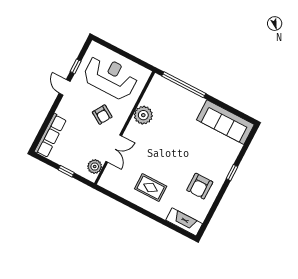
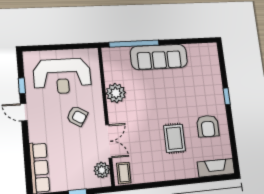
reception desk: (110, 77) -> (62, 76), turned 180
sofa: (225, 122) -> (159, 57), moved
coffee table: (110, 179) -> (124, 173), added
rug: (151, 188) -> (174, 138), moved, turned 90

